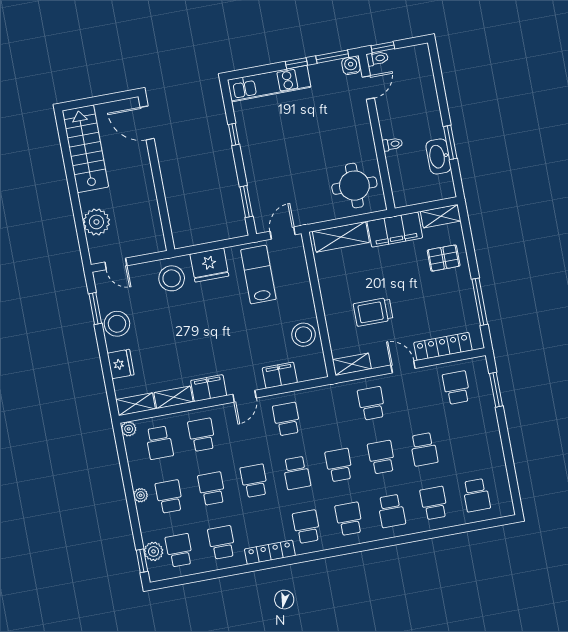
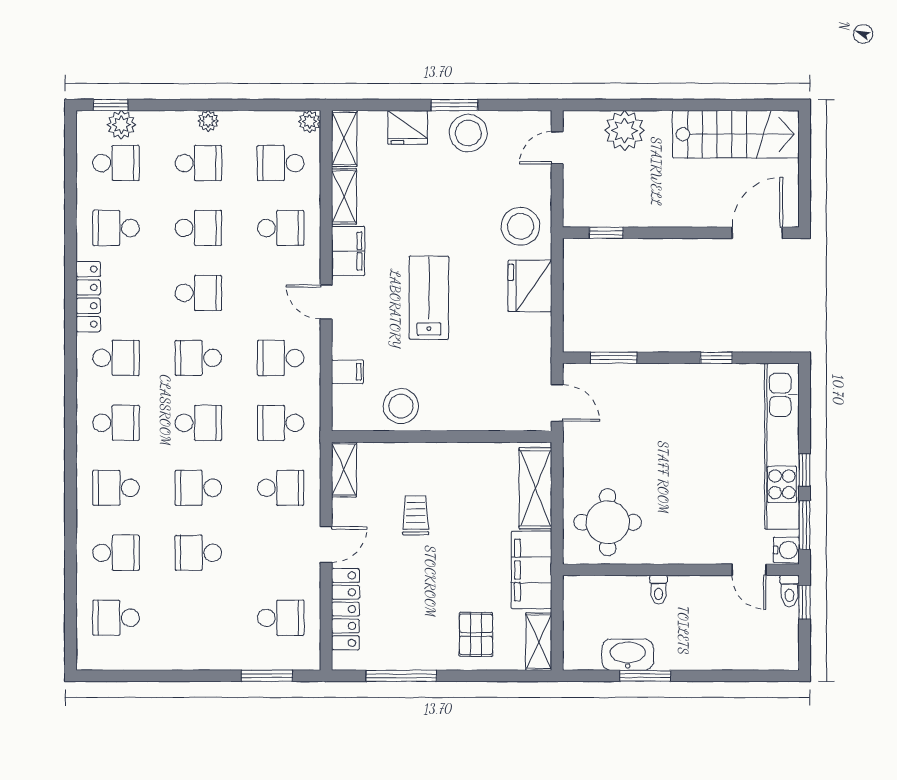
kitchen unit: (269, 84) -> (782, 446), width x1.36
window: (165, 222) -> (606, 233), added
lab bench: (258, 275) -> (429, 298), moved, turned -90
window: (95, 308) -> (454, 105), moved
trolley: (373, 312) -> (416, 515), width x0.73, depth x0.72
filing cabinet: (280, 375) -> (347, 372), width x0.50
school desk: (329, 411) -> (281, 423), added
school desk: (287, 419) -> (281, 358), turned 180
school desk: (381, 457) -> (198, 488), turned 180
school desk: (222, 542) -> (116, 228), turned 180

